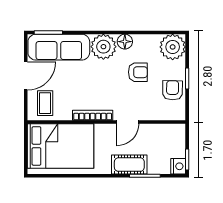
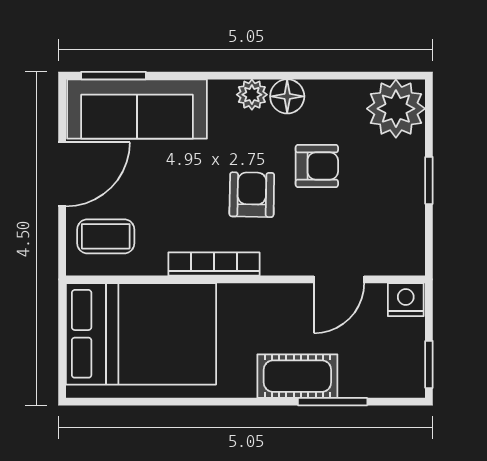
plant: (103, 47) -> (252, 95), width x0.53, depth x0.53
armchair: (173, 90) -> (252, 195), moved
coffee table: (45, 103) -> (106, 236), turned 90
door: (128, 122) -> (339, 279), moved
nightstand: (178, 166) -> (406, 300), moved, turned -90

